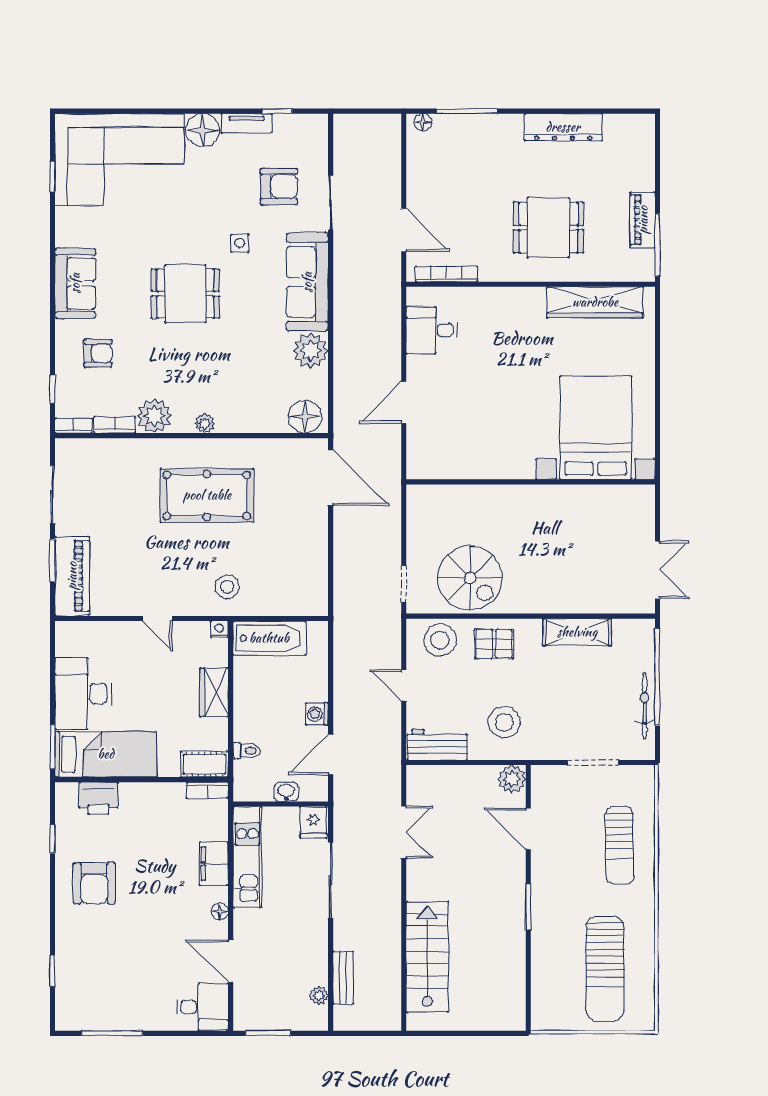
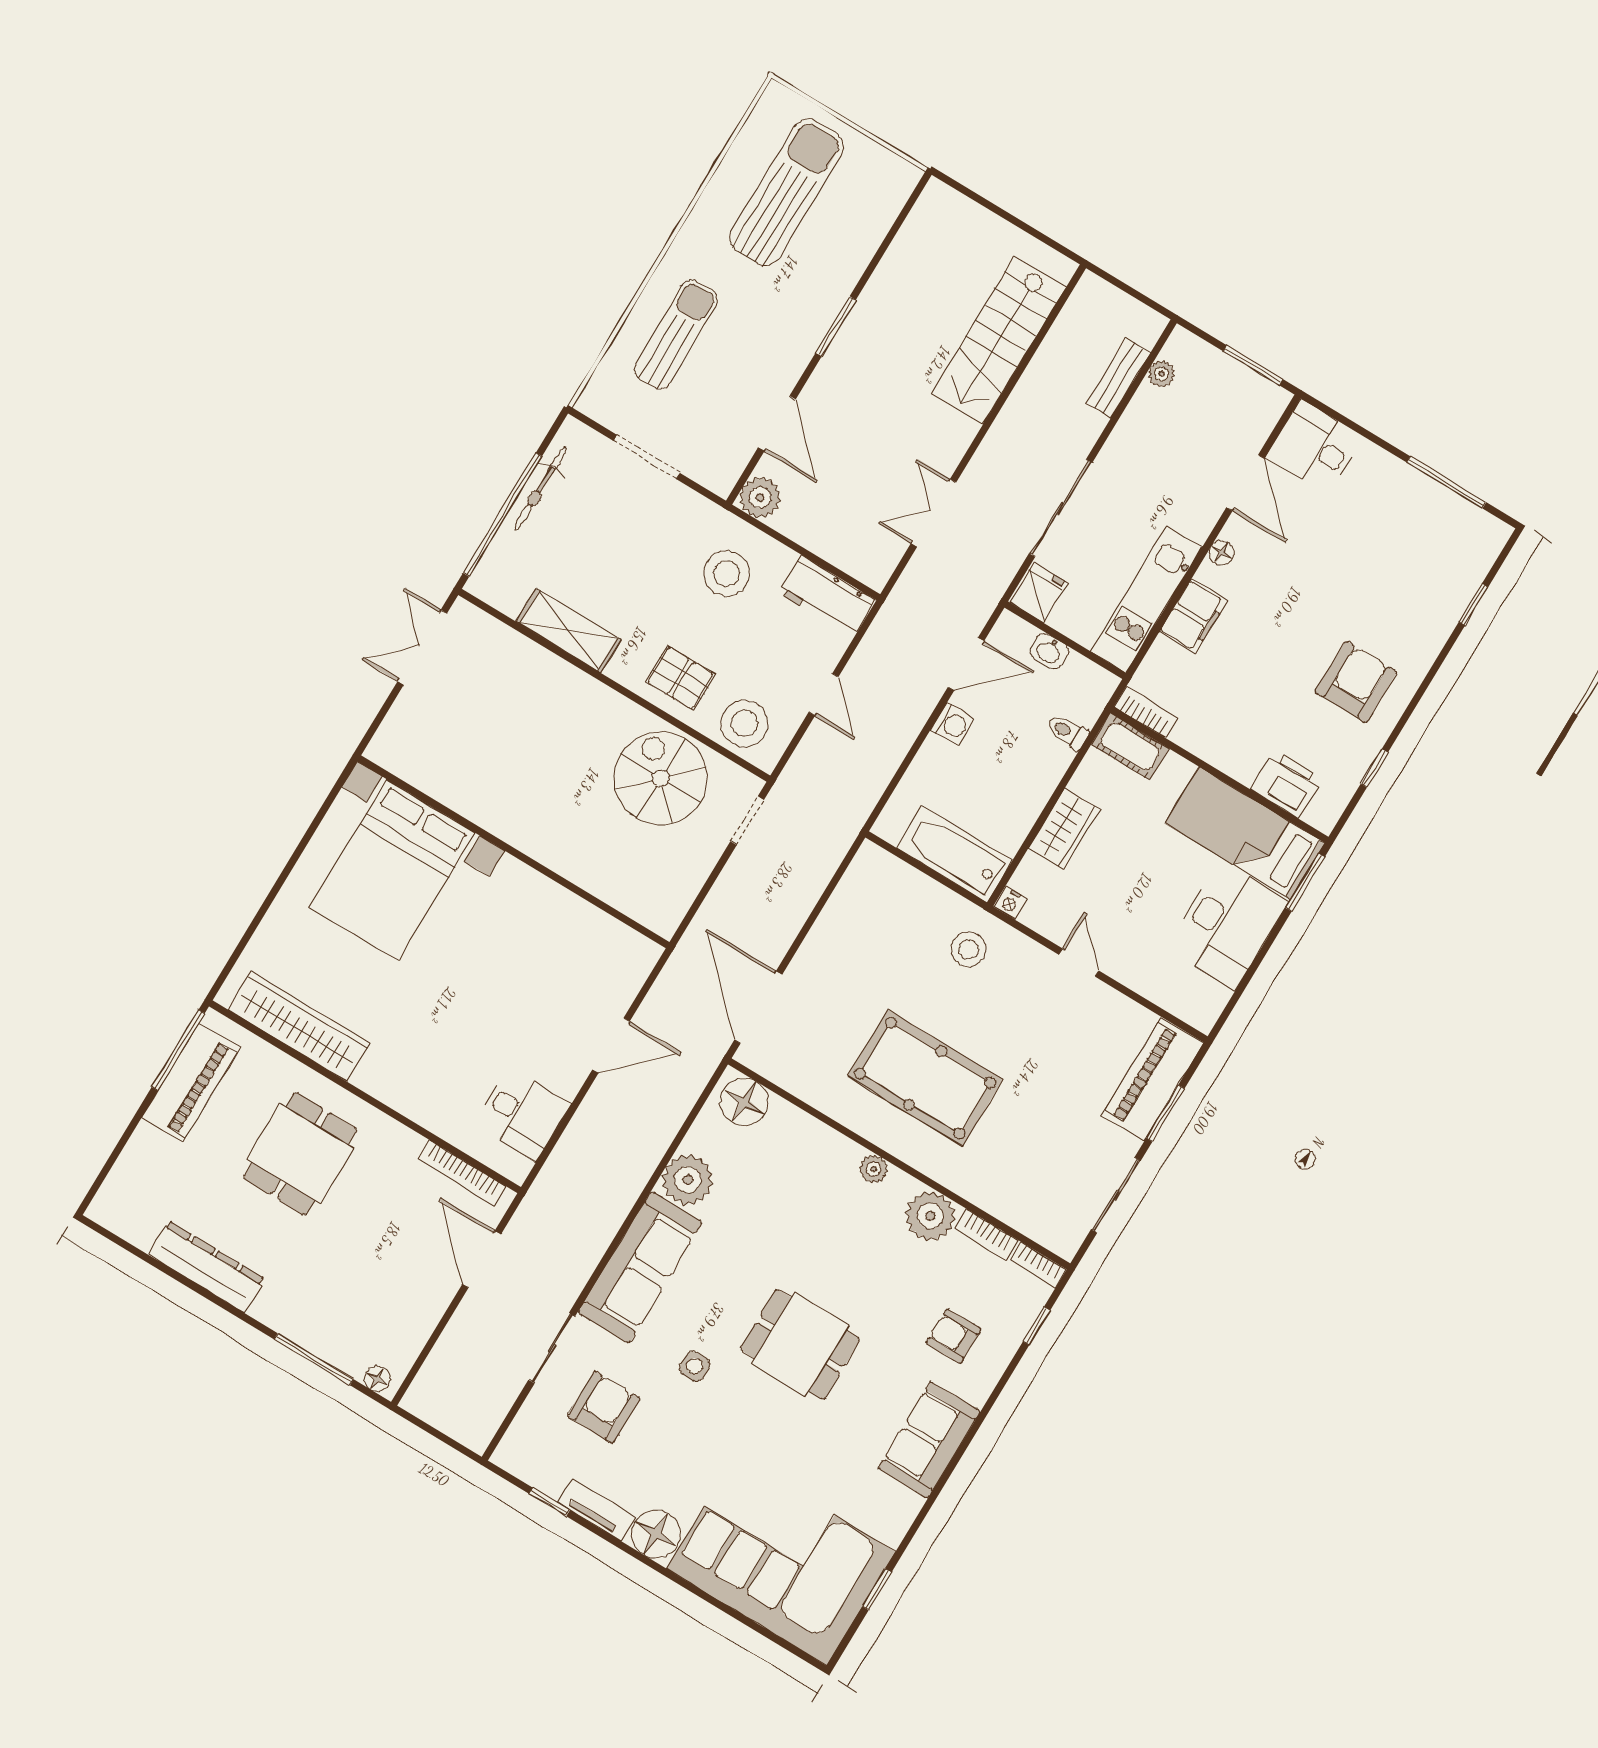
armchair: (279, 186) -> (604, 1407), turned 90
piano: (643, 220) -> (191, 1083), width x1.37, depth x1.33
dining table: (548, 228) -> (300, 1154), turned 90

